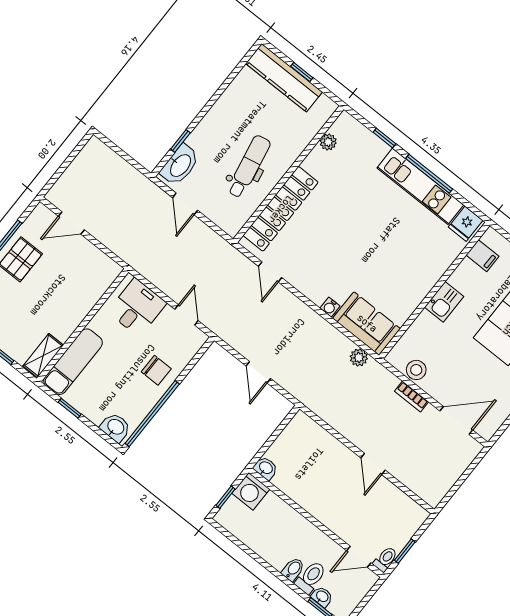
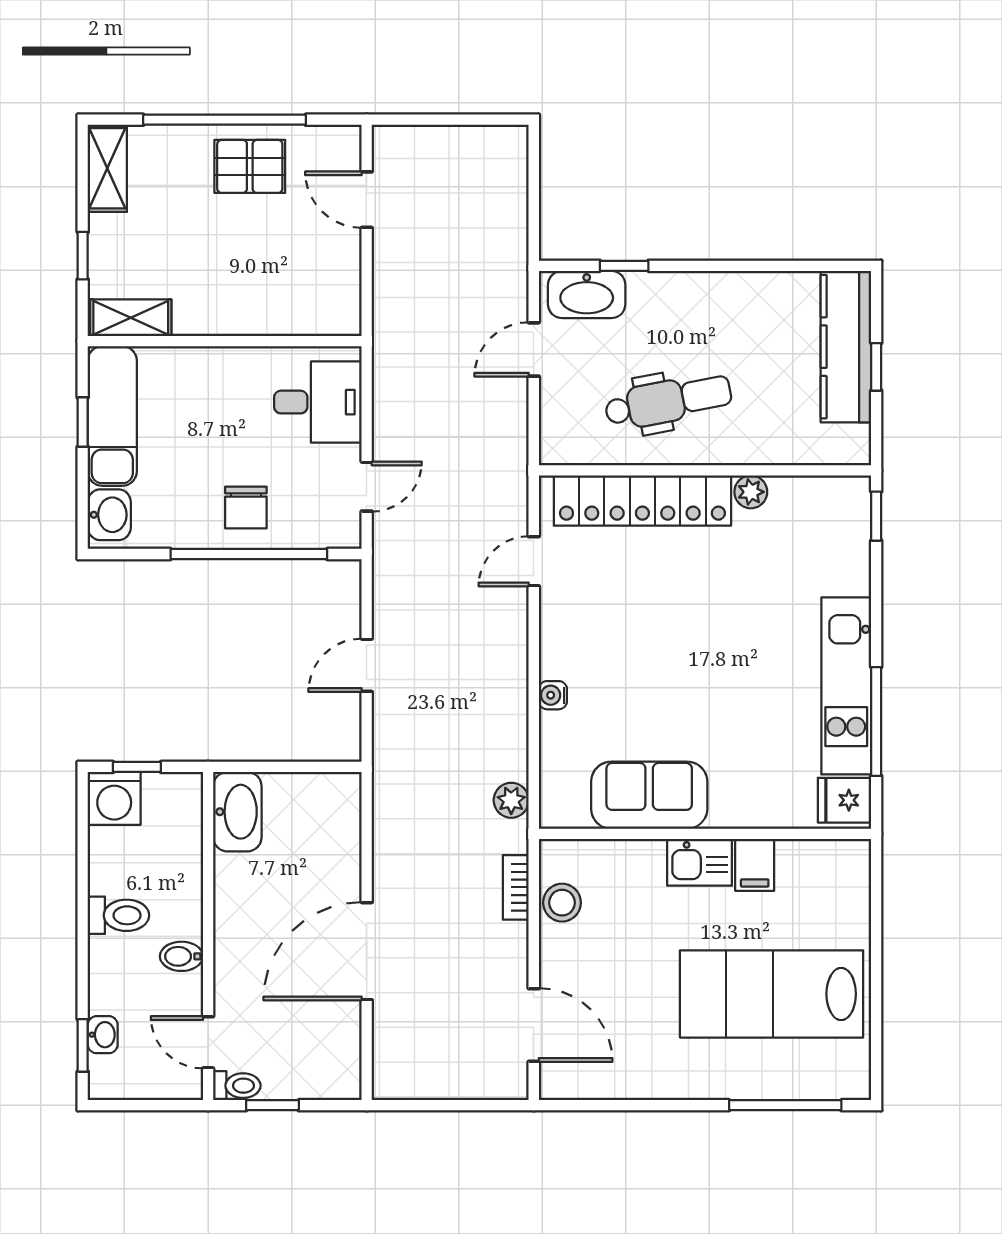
window: (384, 138) -> (876, 516), moved
plant: (328, 142) -> (751, 492), moved
window: (429, 174) -> (876, 722), moved
filing cabinet: (482, 256) -> (755, 865), moved
sofa: (367, 323) -> (649, 795), moved, turned -90
exam couch: (73, 362) -> (112, 416), moved, turned -90
bookcase: (411, 397) -> (516, 887), moved
window: (152, 414) -> (249, 554), moved
door: (373, 464) -> (367, 951), width x1.87
washbasin: (266, 468) -> (237, 812), width x1.91, depth x1.45
washing machine: (251, 491) -> (114, 798), moved, turned -90
bidet: (293, 569) -> (181, 956), moved, turned 180
toilet: (311, 577) -> (118, 915), moved

